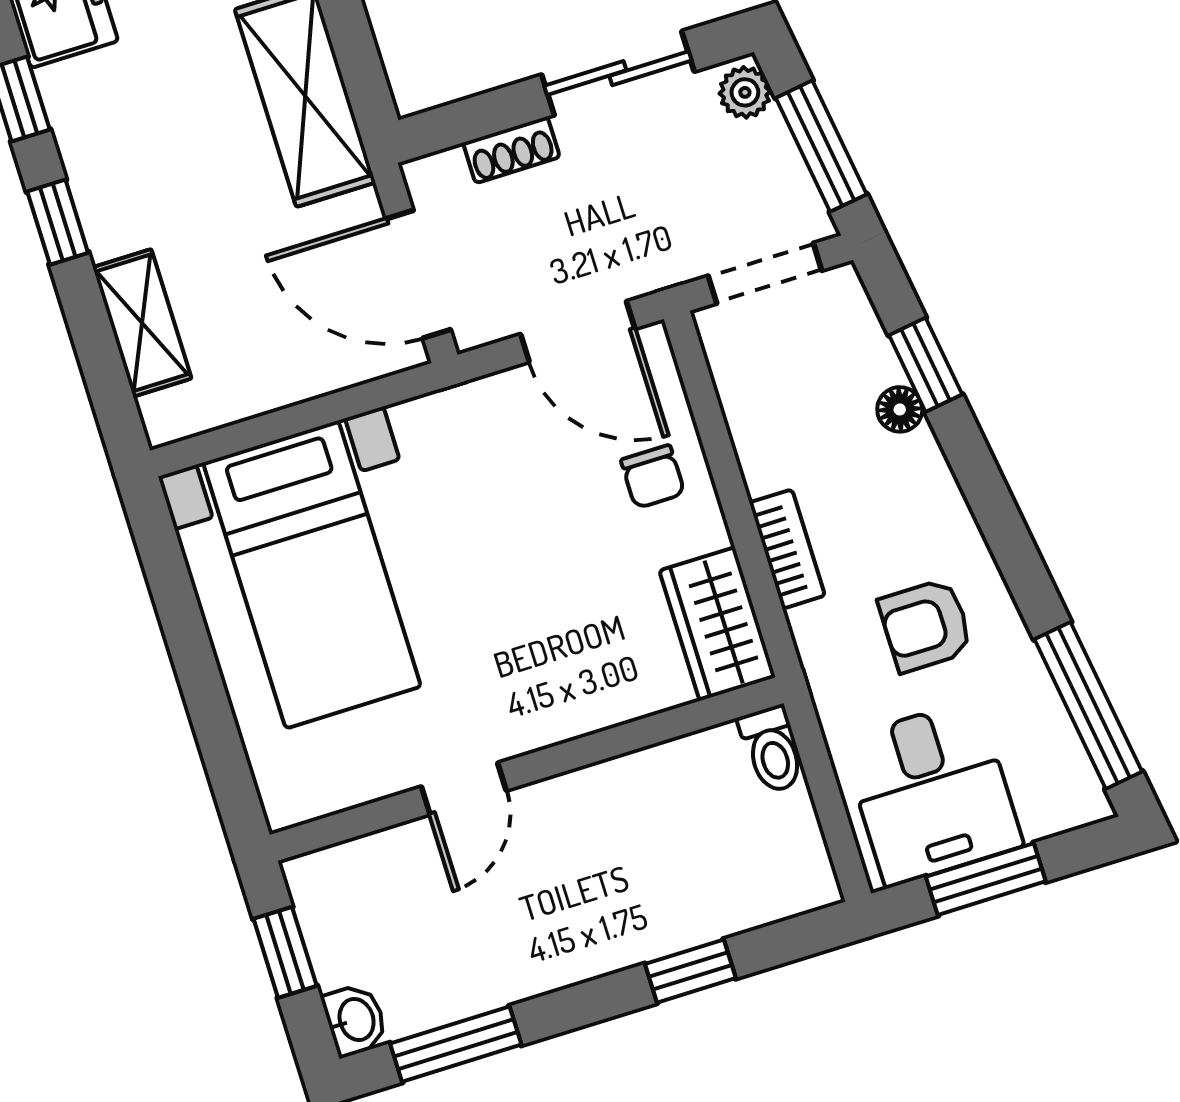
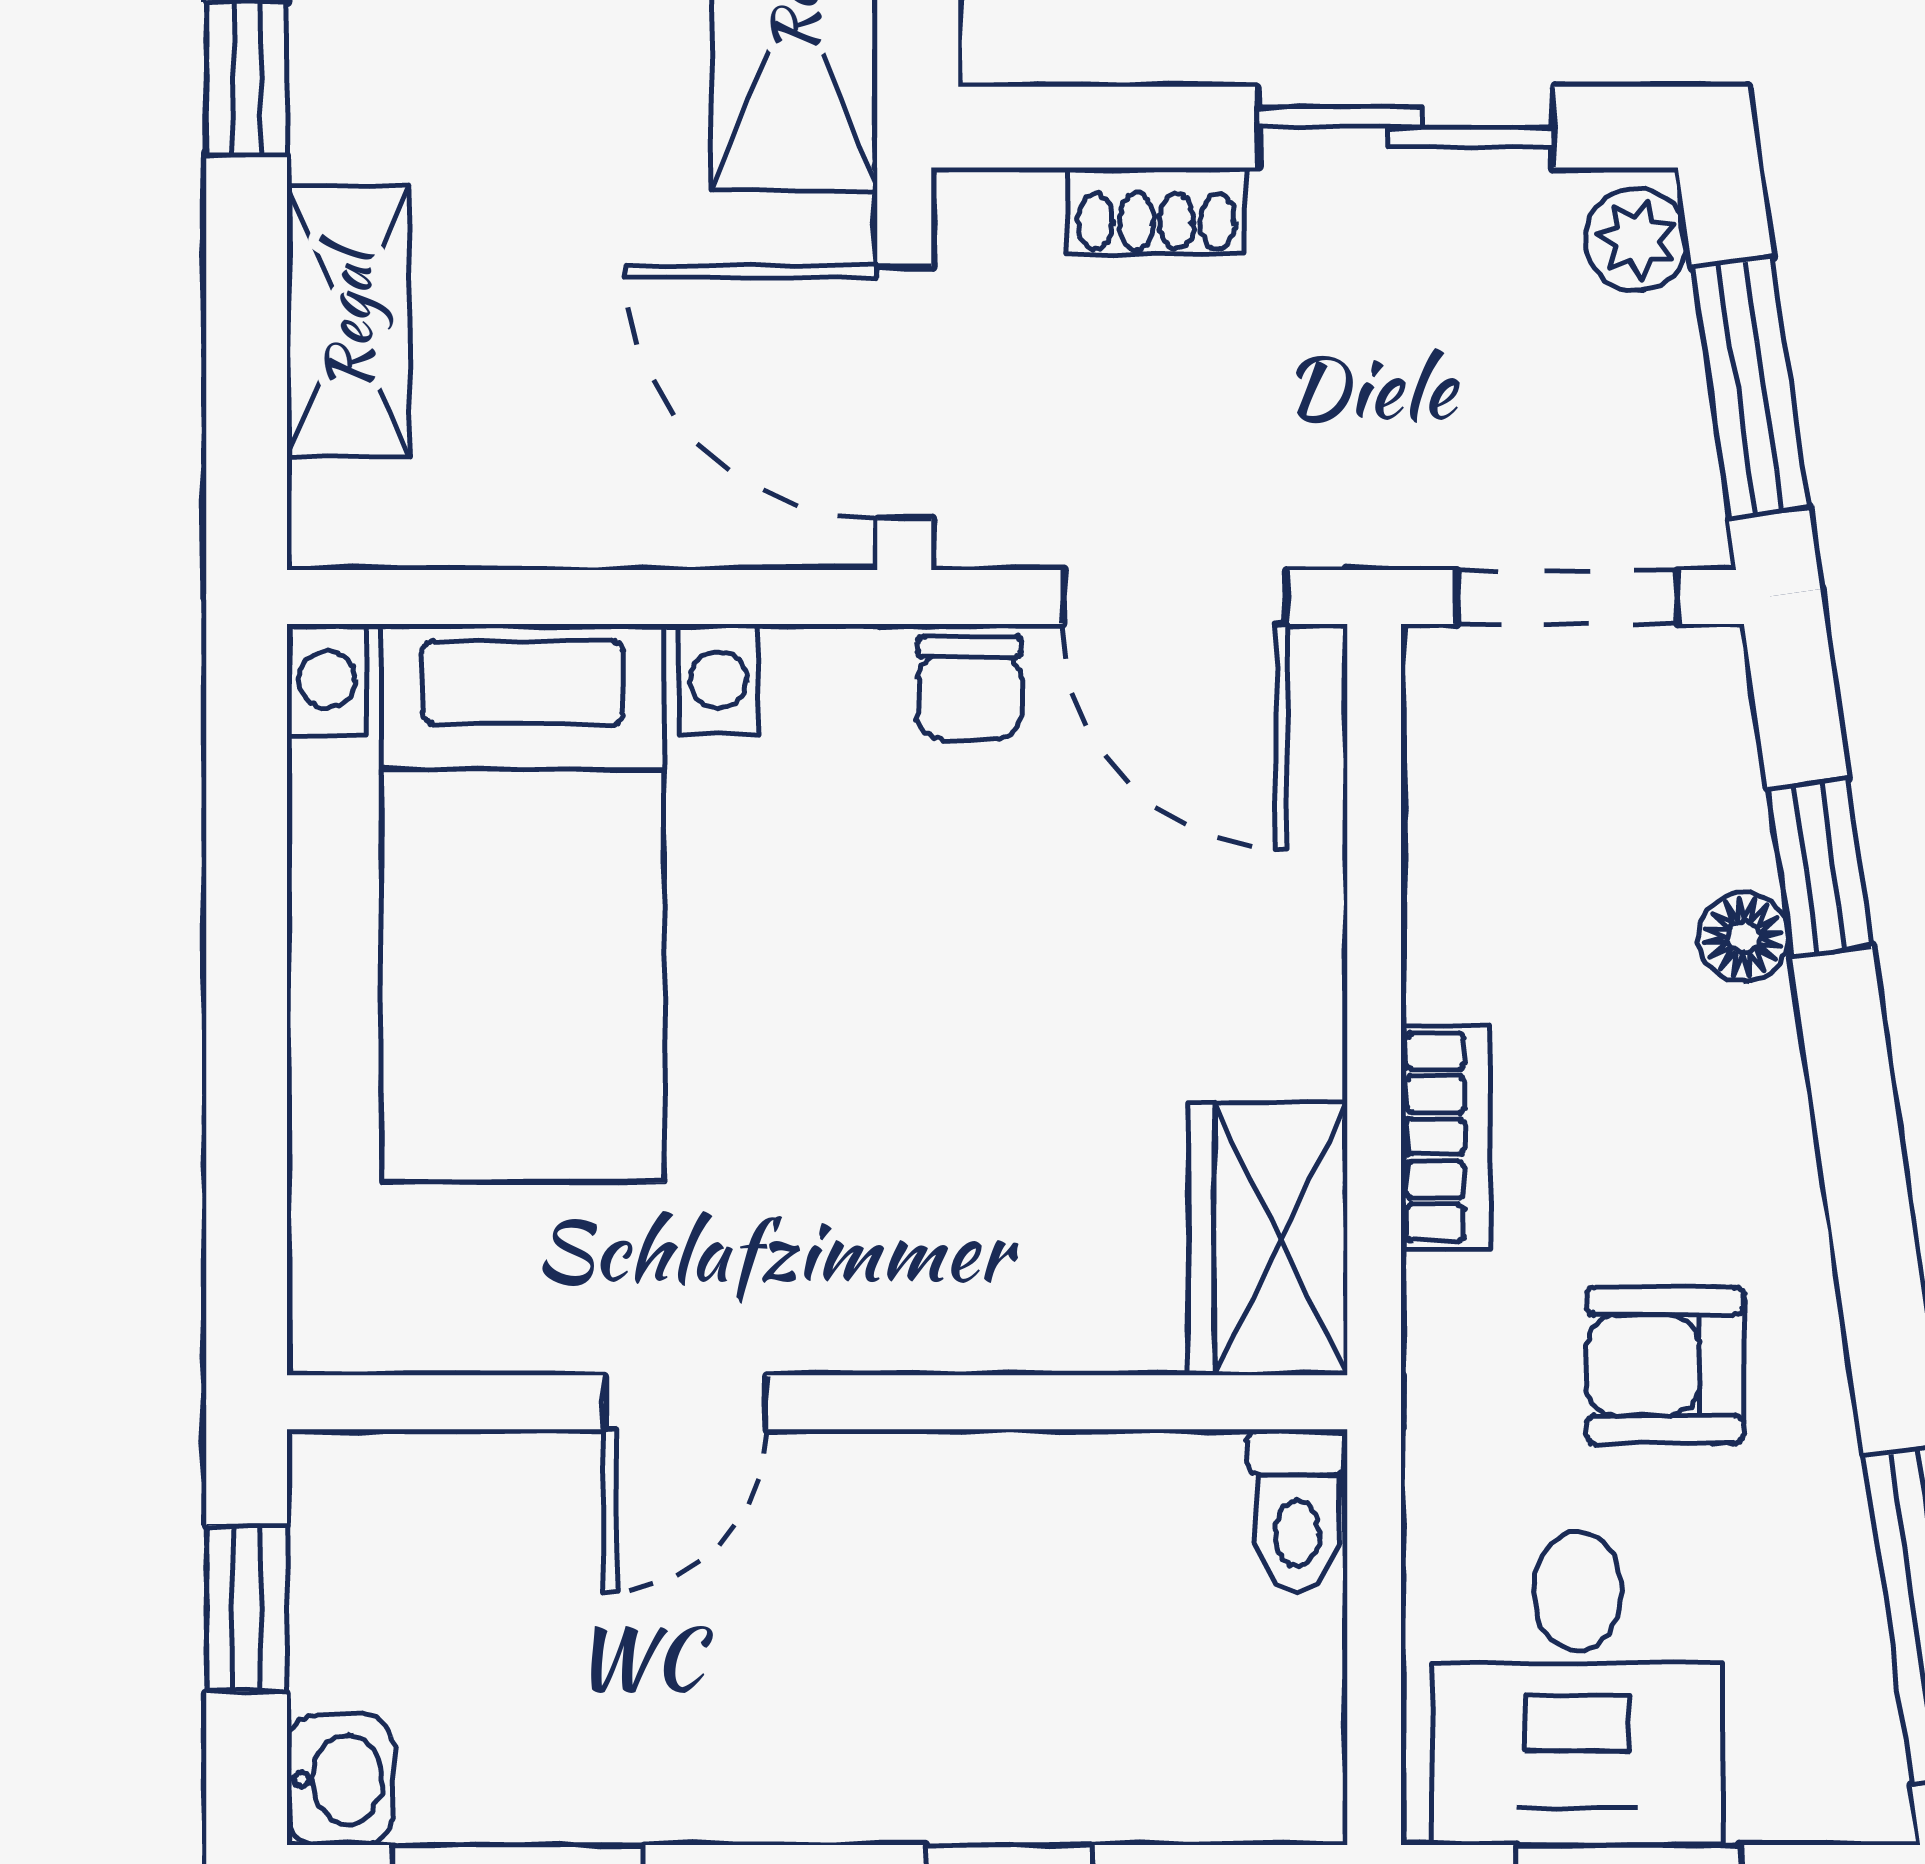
chair: (653, 477) -> (969, 688), moved

